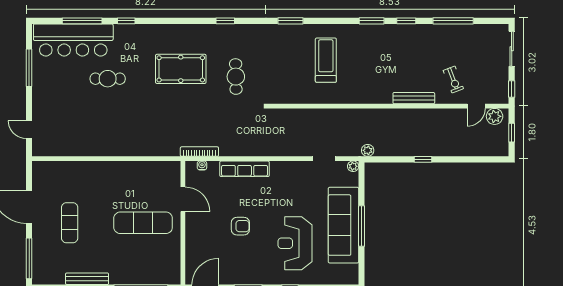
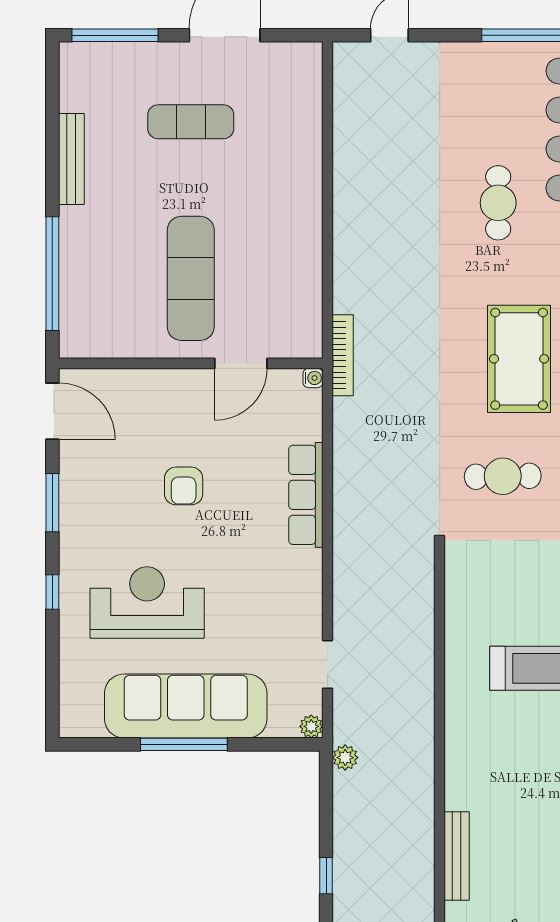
bookcase: (199, 152) -> (343, 355), moved
water cooler: (202, 165) -> (313, 378), moved

